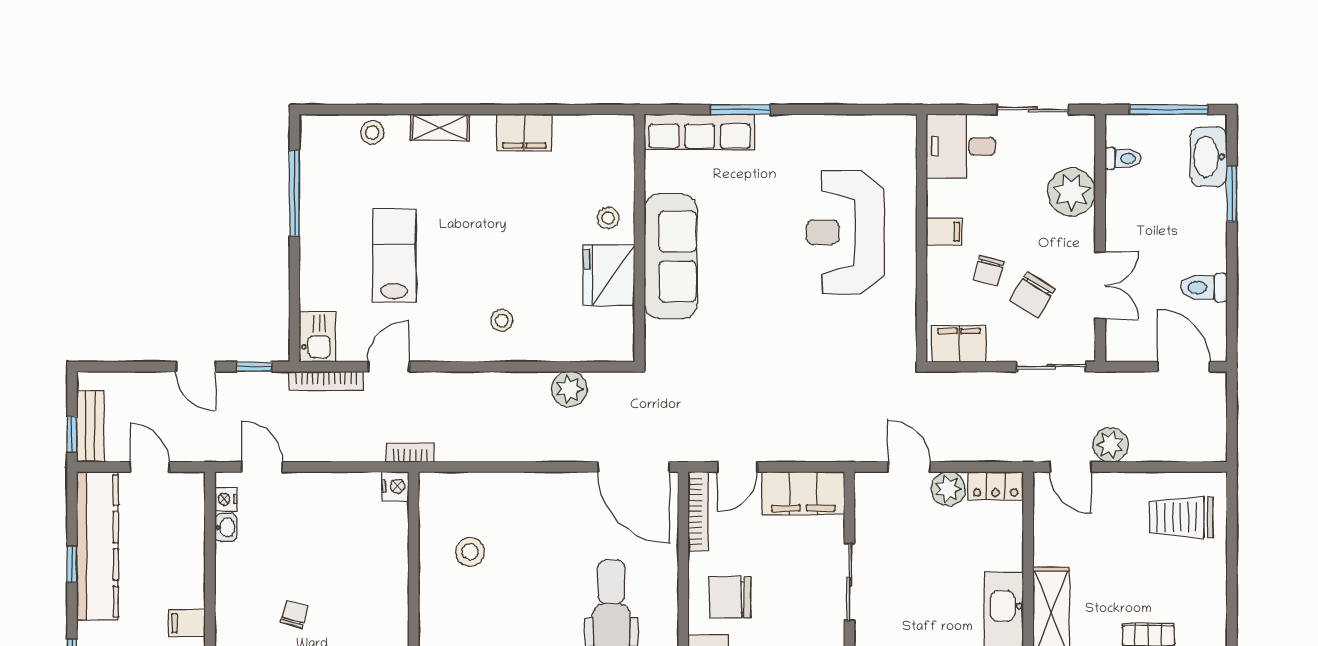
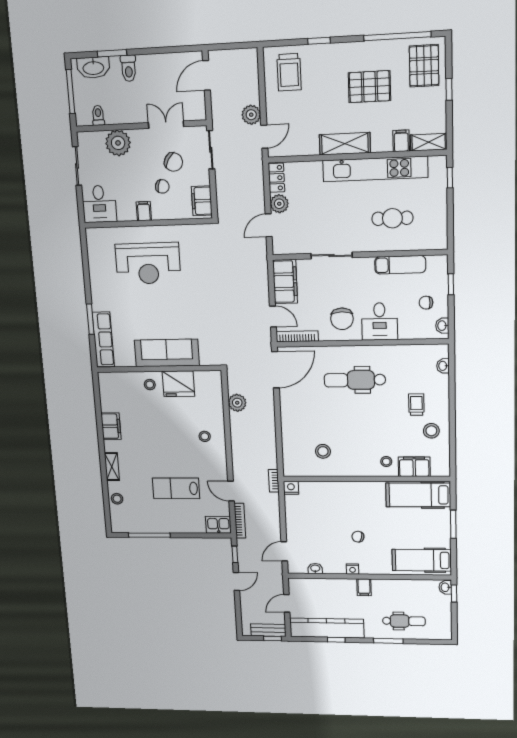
toilet: (1204, 288) -> (129, 68), moved
nightstand: (226, 499) -> (353, 569), moved
window: (1232, 573) -> (319, 41), added

